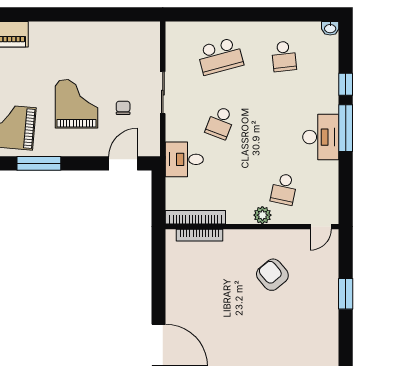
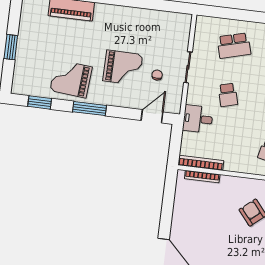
grand piano: (76, 104) -> (123, 68), turned 91
school desk: (220, 123) -> (228, 95), turned -36
plant: (262, 215) -> (251, 167), removed

